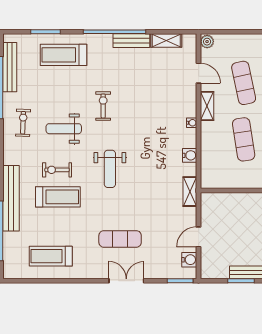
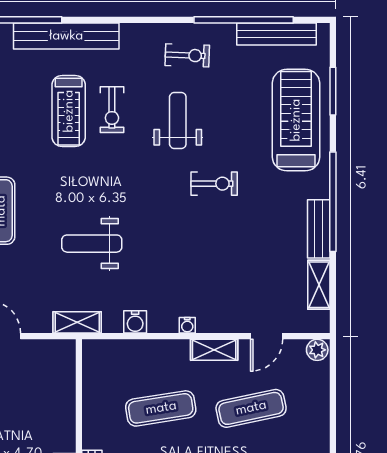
treadmill: (63, 55) -> (296, 120), width x1.37, depth x1.38
weight bench: (110, 169) -> (92, 244), moved
exercise bike: (57, 170) -> (112, 110), turned 180

